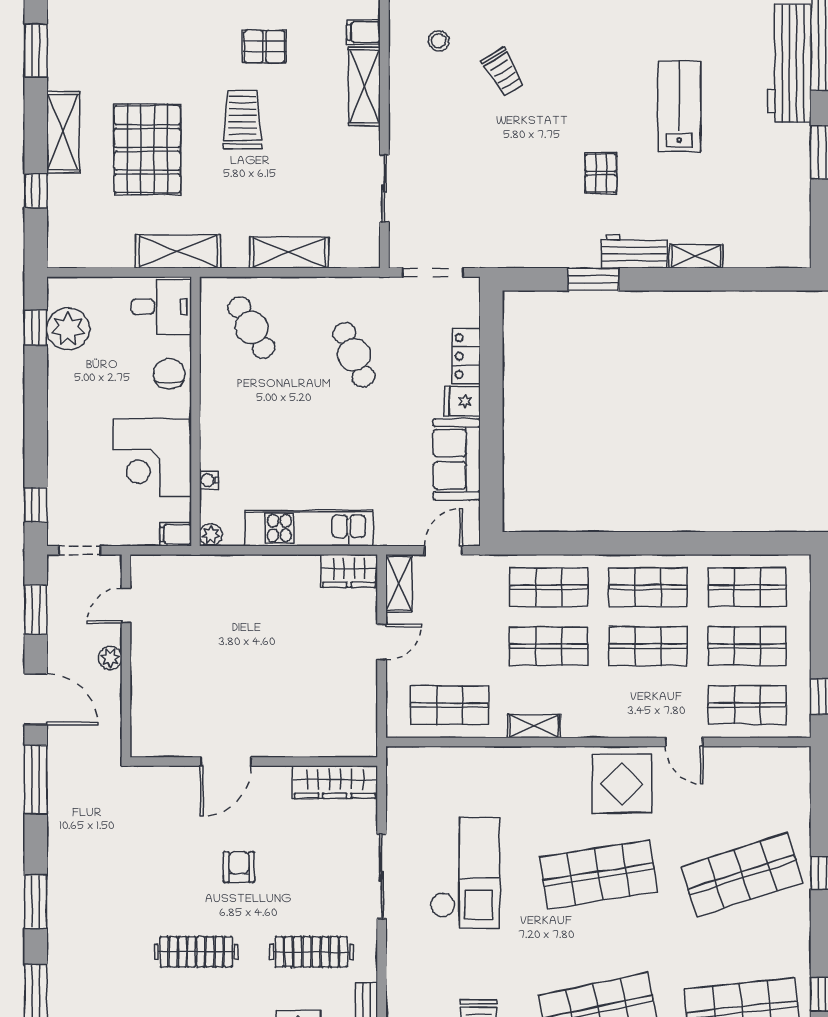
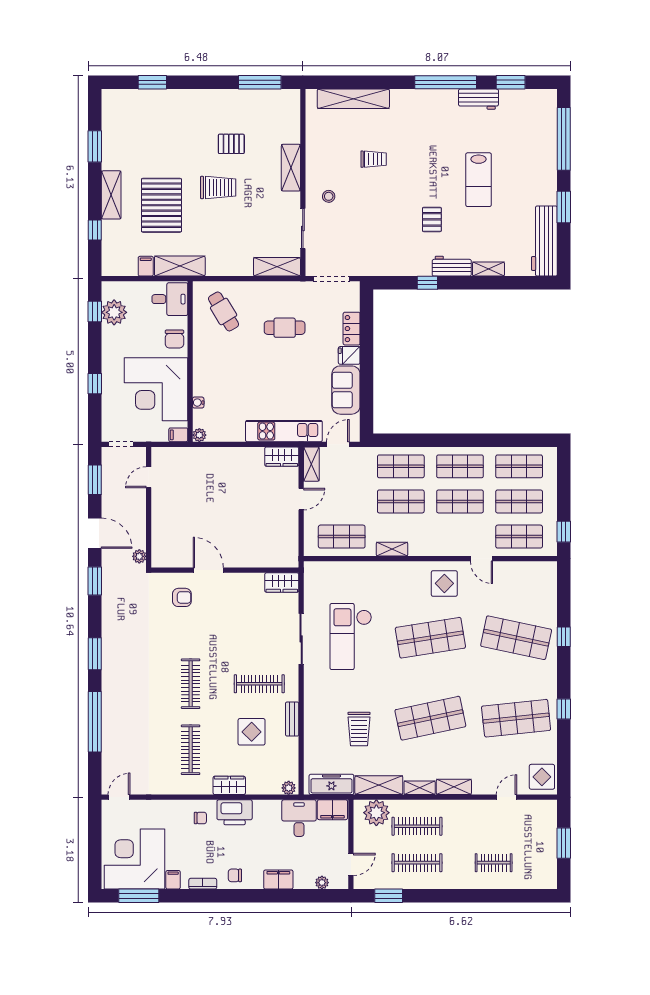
filing cabinet: (364, 32) -> (146, 266), moved, turned 90
stool: (439, 41) -> (329, 196), moved
workbench: (789, 63) -> (544, 241), moved
trolley: (503, 72) -> (374, 159), turned -59
lab bench: (679, 106) -> (479, 180), turned 180
trolley: (242, 120) -> (218, 187), turned 90
shelving: (289, 253) -> (277, 267), moved
window: (593, 279) -> (427, 283), width x0.67
cafe table: (354, 355) -> (285, 328), turned -66
chair: (169, 374) -> (174, 339), turned 180
corner desk: (152, 458) -> (156, 389), width x1.36, depth x1.36
window: (36, 505) -> (95, 384), moved
kitchen unit: (309, 528) -> (284, 431), moved
plant: (110, 658) -> (139, 556), moved
door: (226, 761) -> (208, 570), swing flipped
window: (36, 780) -> (95, 581), width x0.69
wardrobe: (335, 782) -> (282, 583), width x0.67
display table: (622, 784) -> (444, 583), width x0.73, depth x0.73
armchair: (239, 867) -> (182, 597), moved, turned 90
checkout: (465, 873) -> (351, 637), turned 180
shop shelf: (742, 875) -> (516, 638), turned 30
clothes rail: (196, 952) -> (191, 684), turned 90

